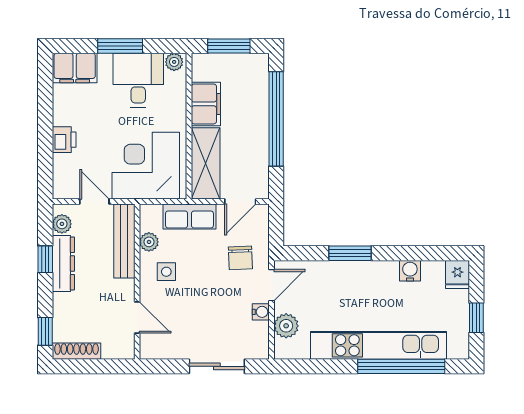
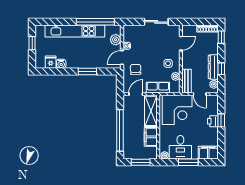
window: (45, 142) -> (221, 120), added
bench: (124, 241) -> (186, 81), width x0.73
fridge: (457, 274) -> (51, 62), moved
door: (137, 317) -> (181, 43), swing flipped
sliding door: (217, 366) -> (156, 22), moved
window: (401, 366) -> (95, 22), moved

